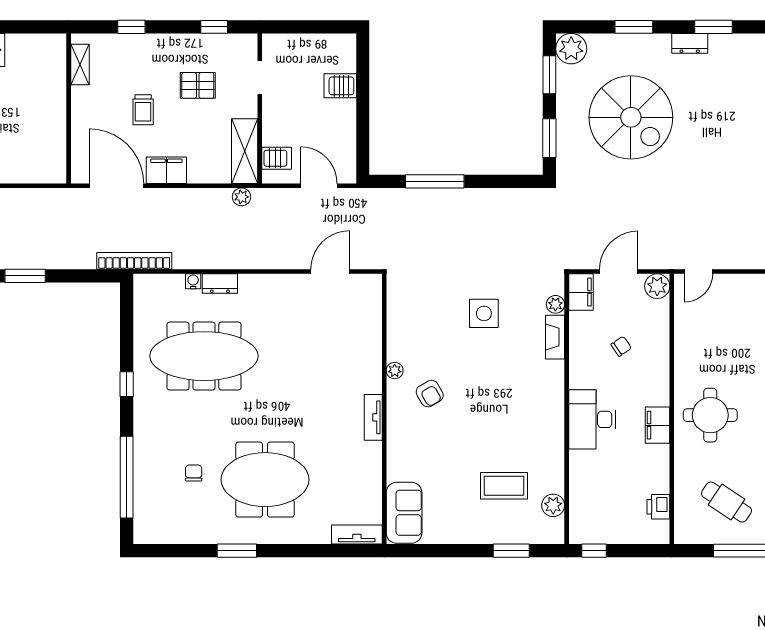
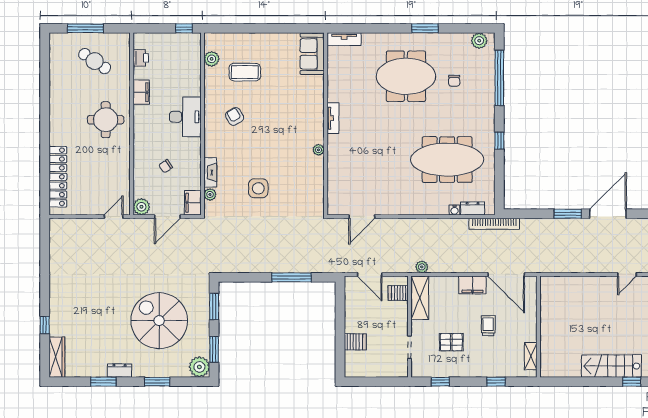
dresser: (220, 284) -> (473, 208), moved
armchair: (430, 394) -> (235, 116), moved
filing cabinet: (657, 425) -> (141, 92), moved
plant: (156, 532) -> (479, 41), added
window: (511, 551) -> (240, 28), removed

